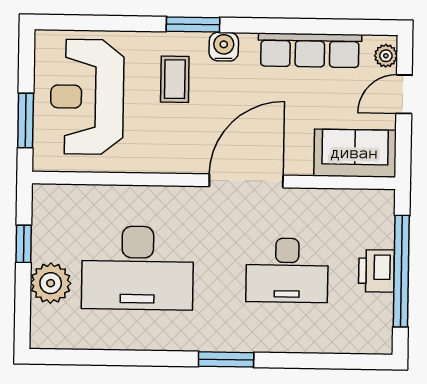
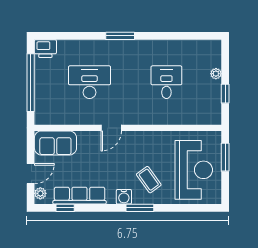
window: (338, 27) -> (65, 208), added
coffee table: (175, 79) -> (149, 180), turned -36
door: (246, 181) -> (111, 128), width x0.53
desk: (138, 268) -> (166, 82), width x0.53, depth x0.77
printer: (376, 271) -> (45, 49), moved, turned 90
plant: (51, 283) -> (216, 74), width x0.53, depth x0.53

